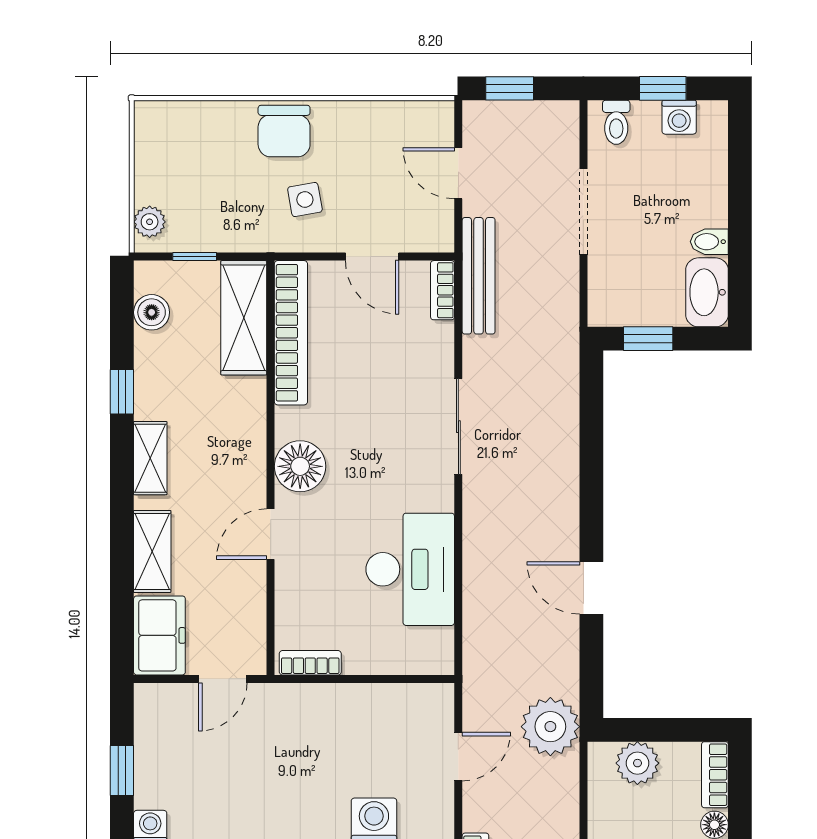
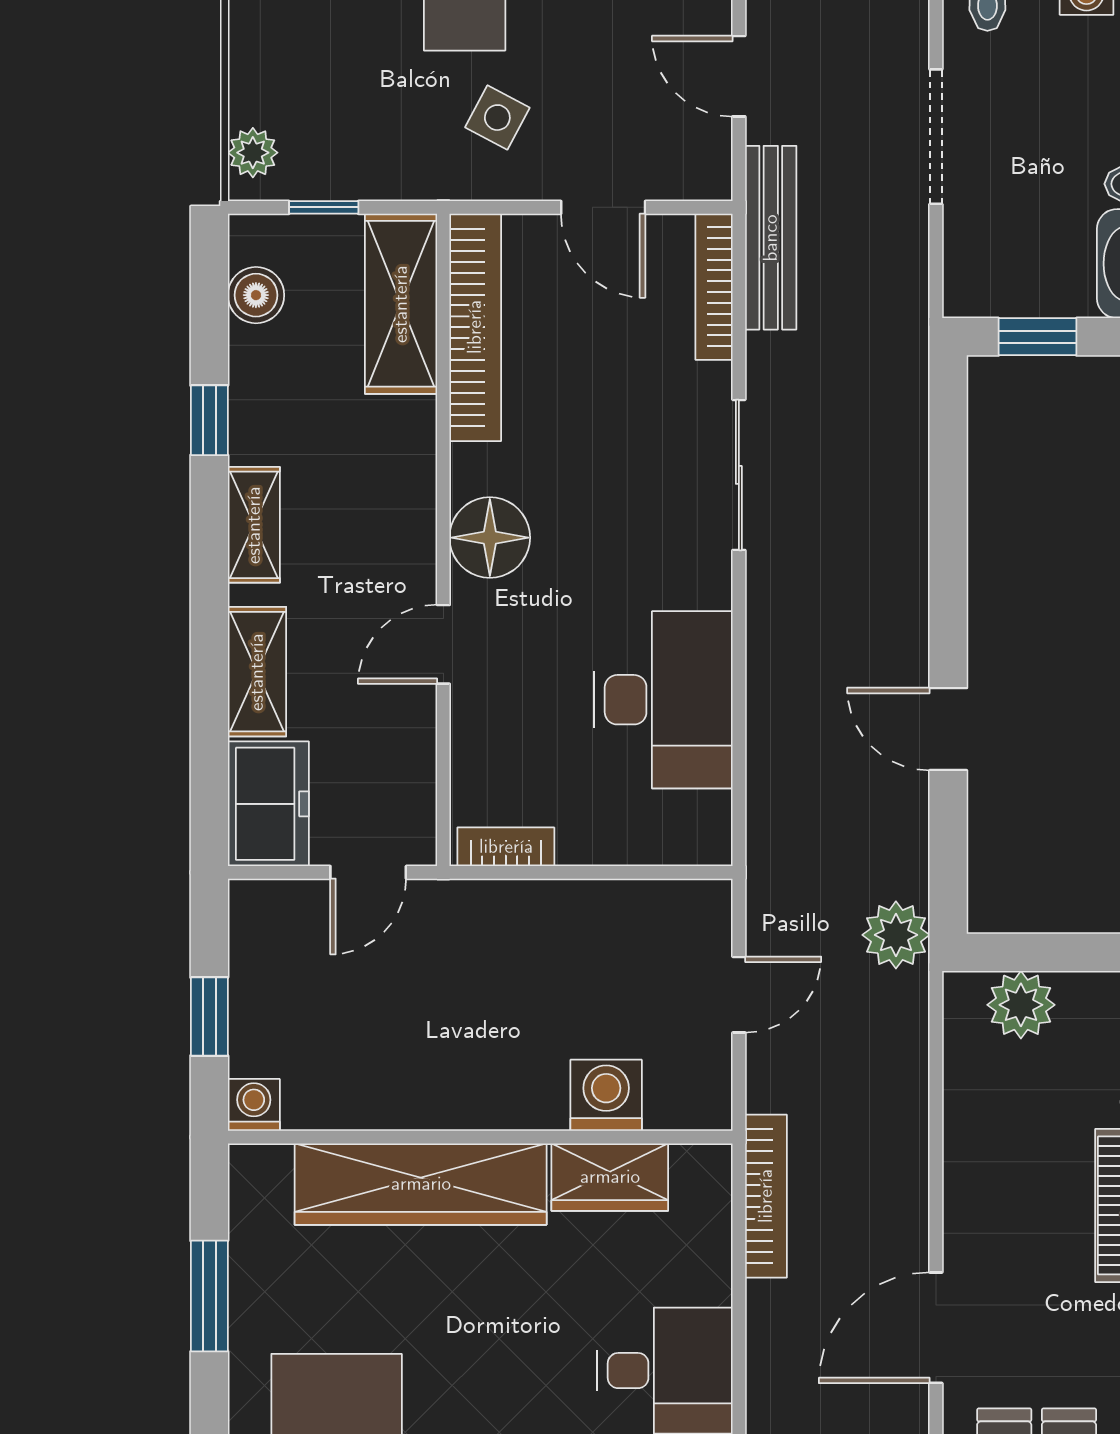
side table: (305, 199) -> (497, 118), turned 38
bookcase: (443, 290) -> (714, 287), width x1.56
plant: (550, 727) -> (896, 935), width x0.73, depth x0.73

